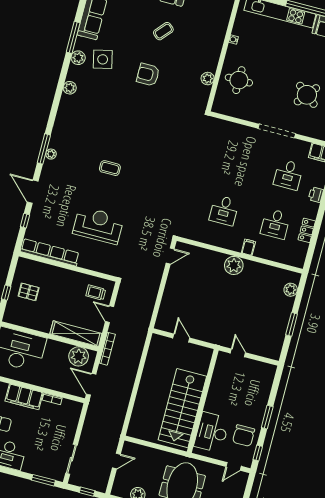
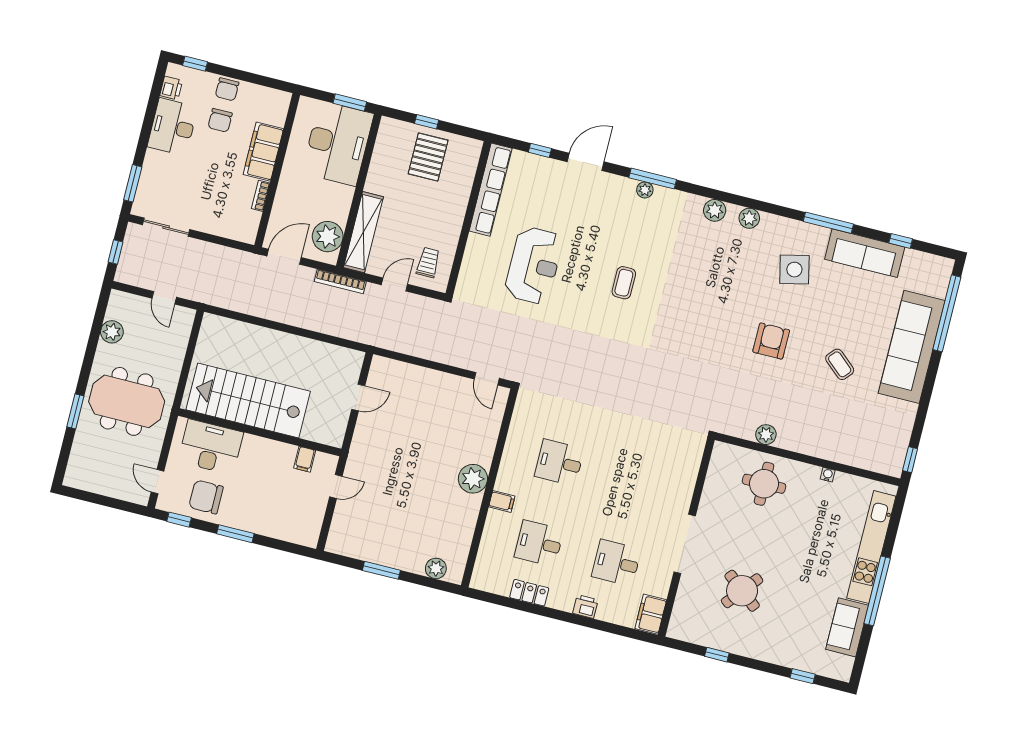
plant: (78, 58) -> (715, 210), moved
pallet: (29, 292) -> (428, 157), width x1.50, depth x1.42
filing cabinet: (220, 373) -> (305, 459), added

